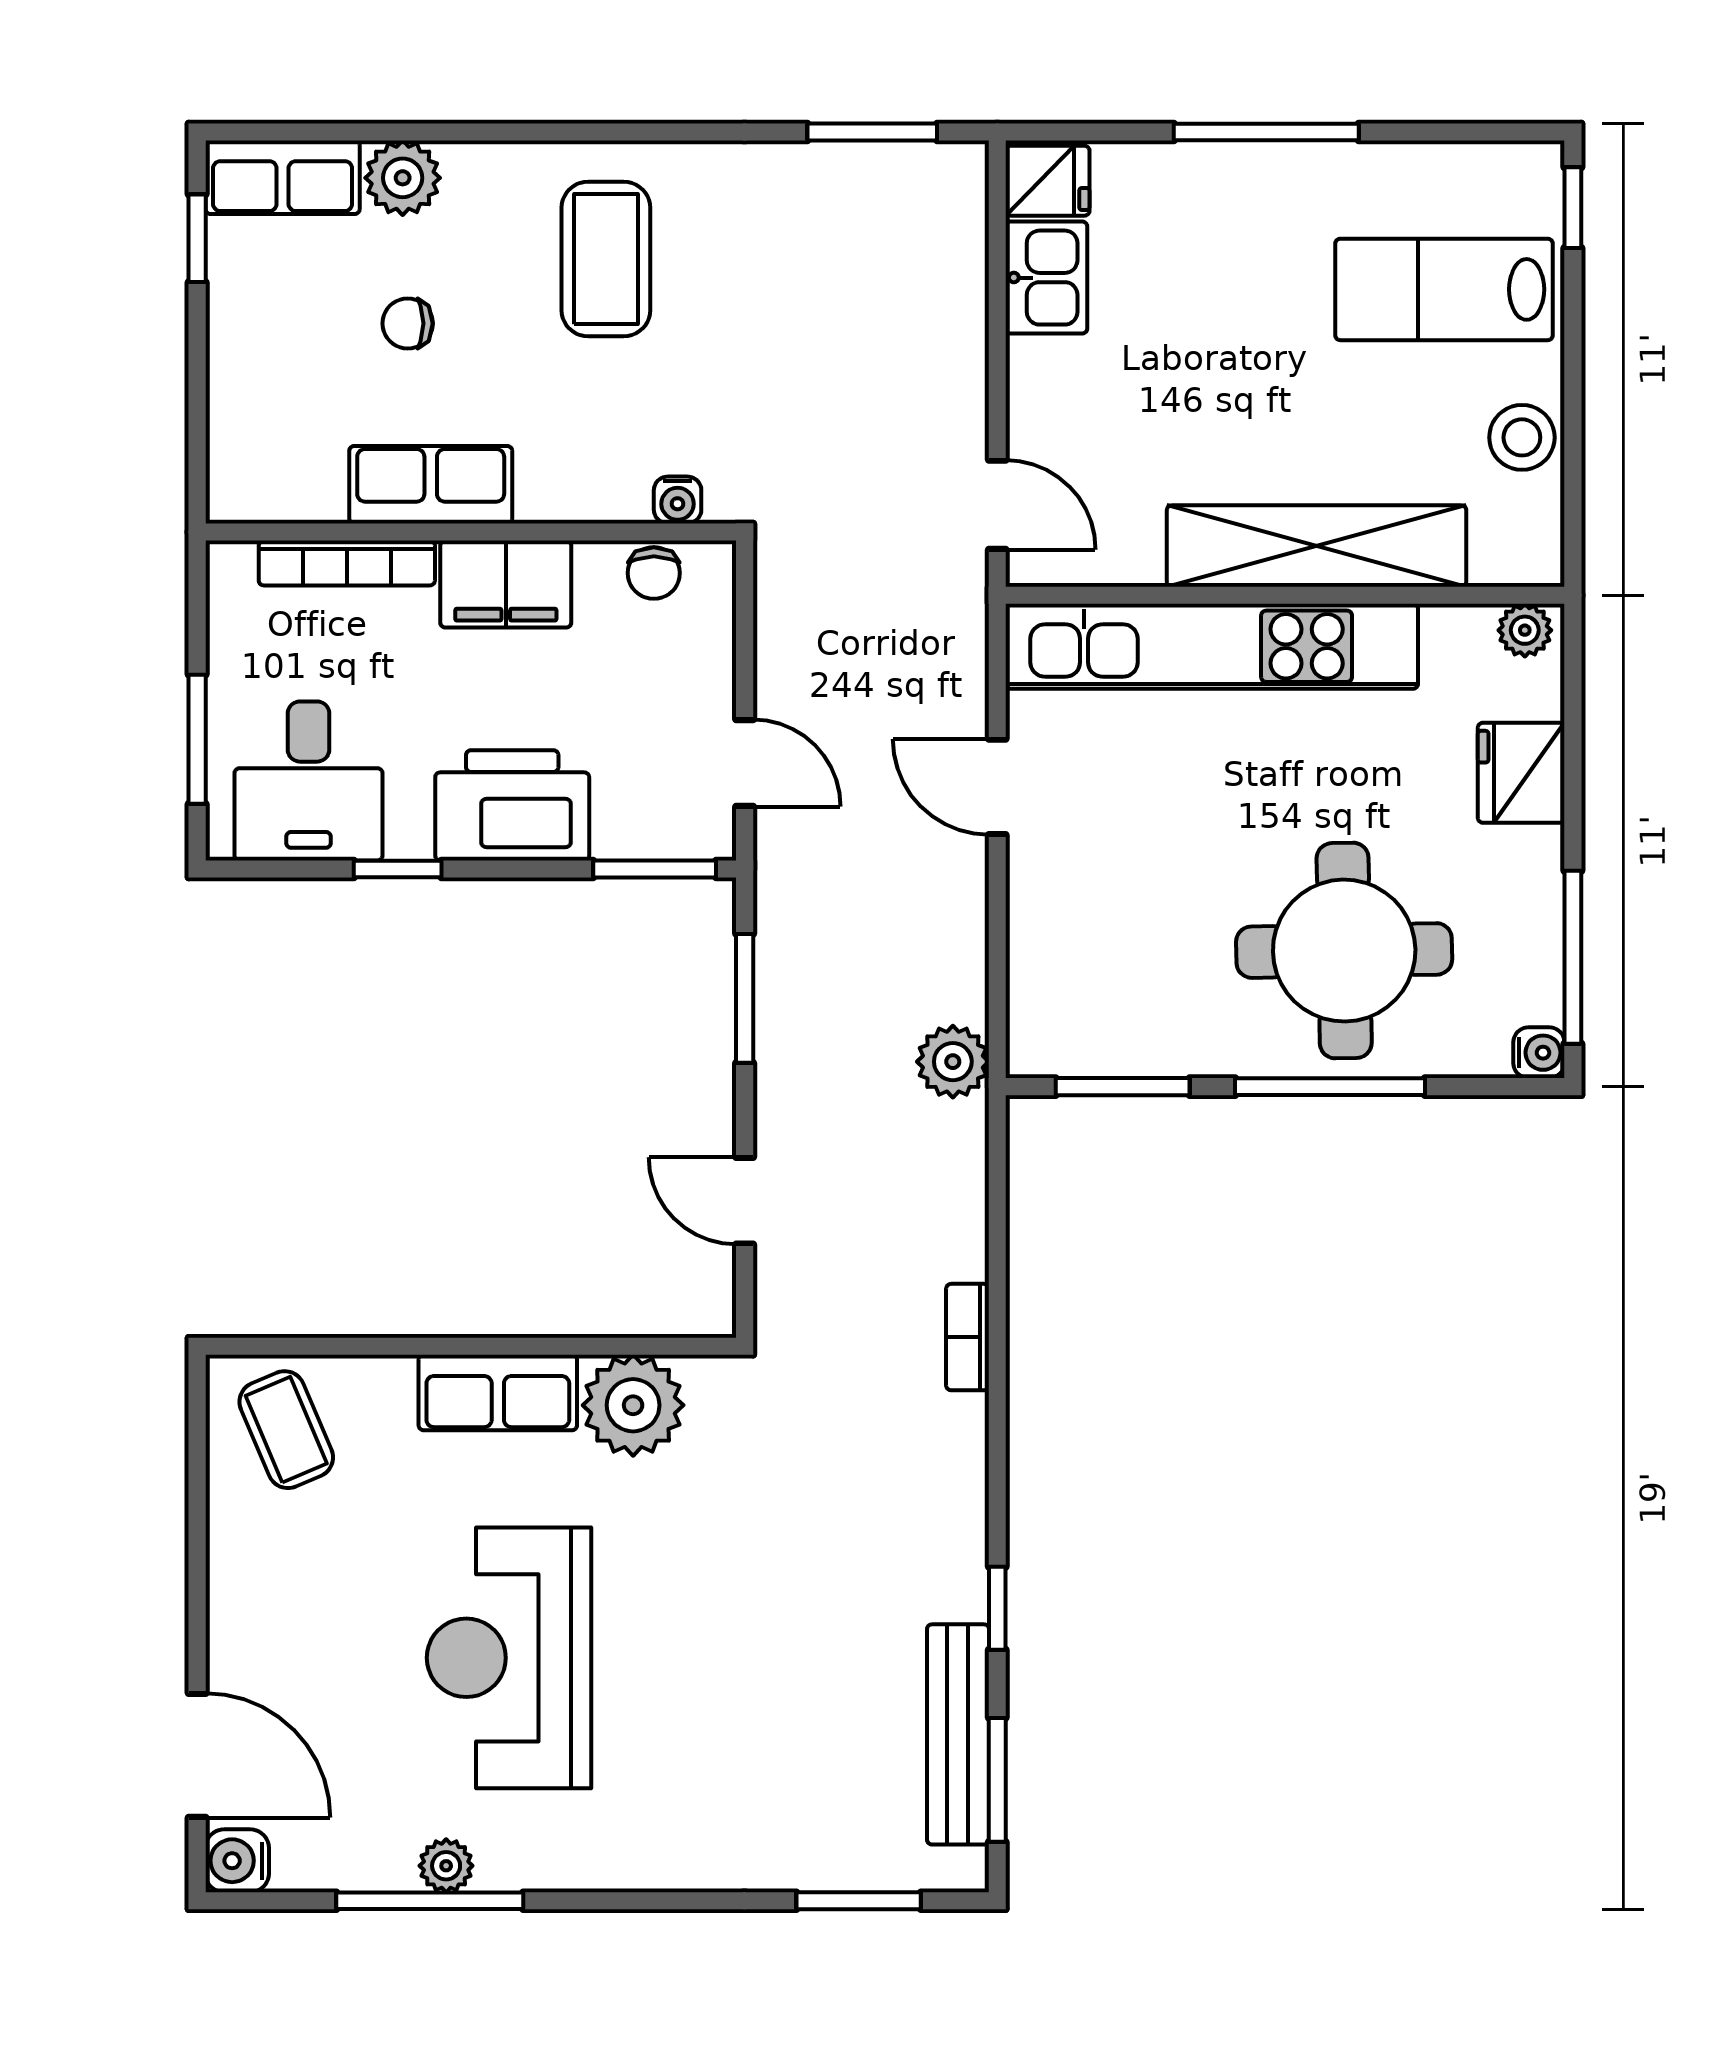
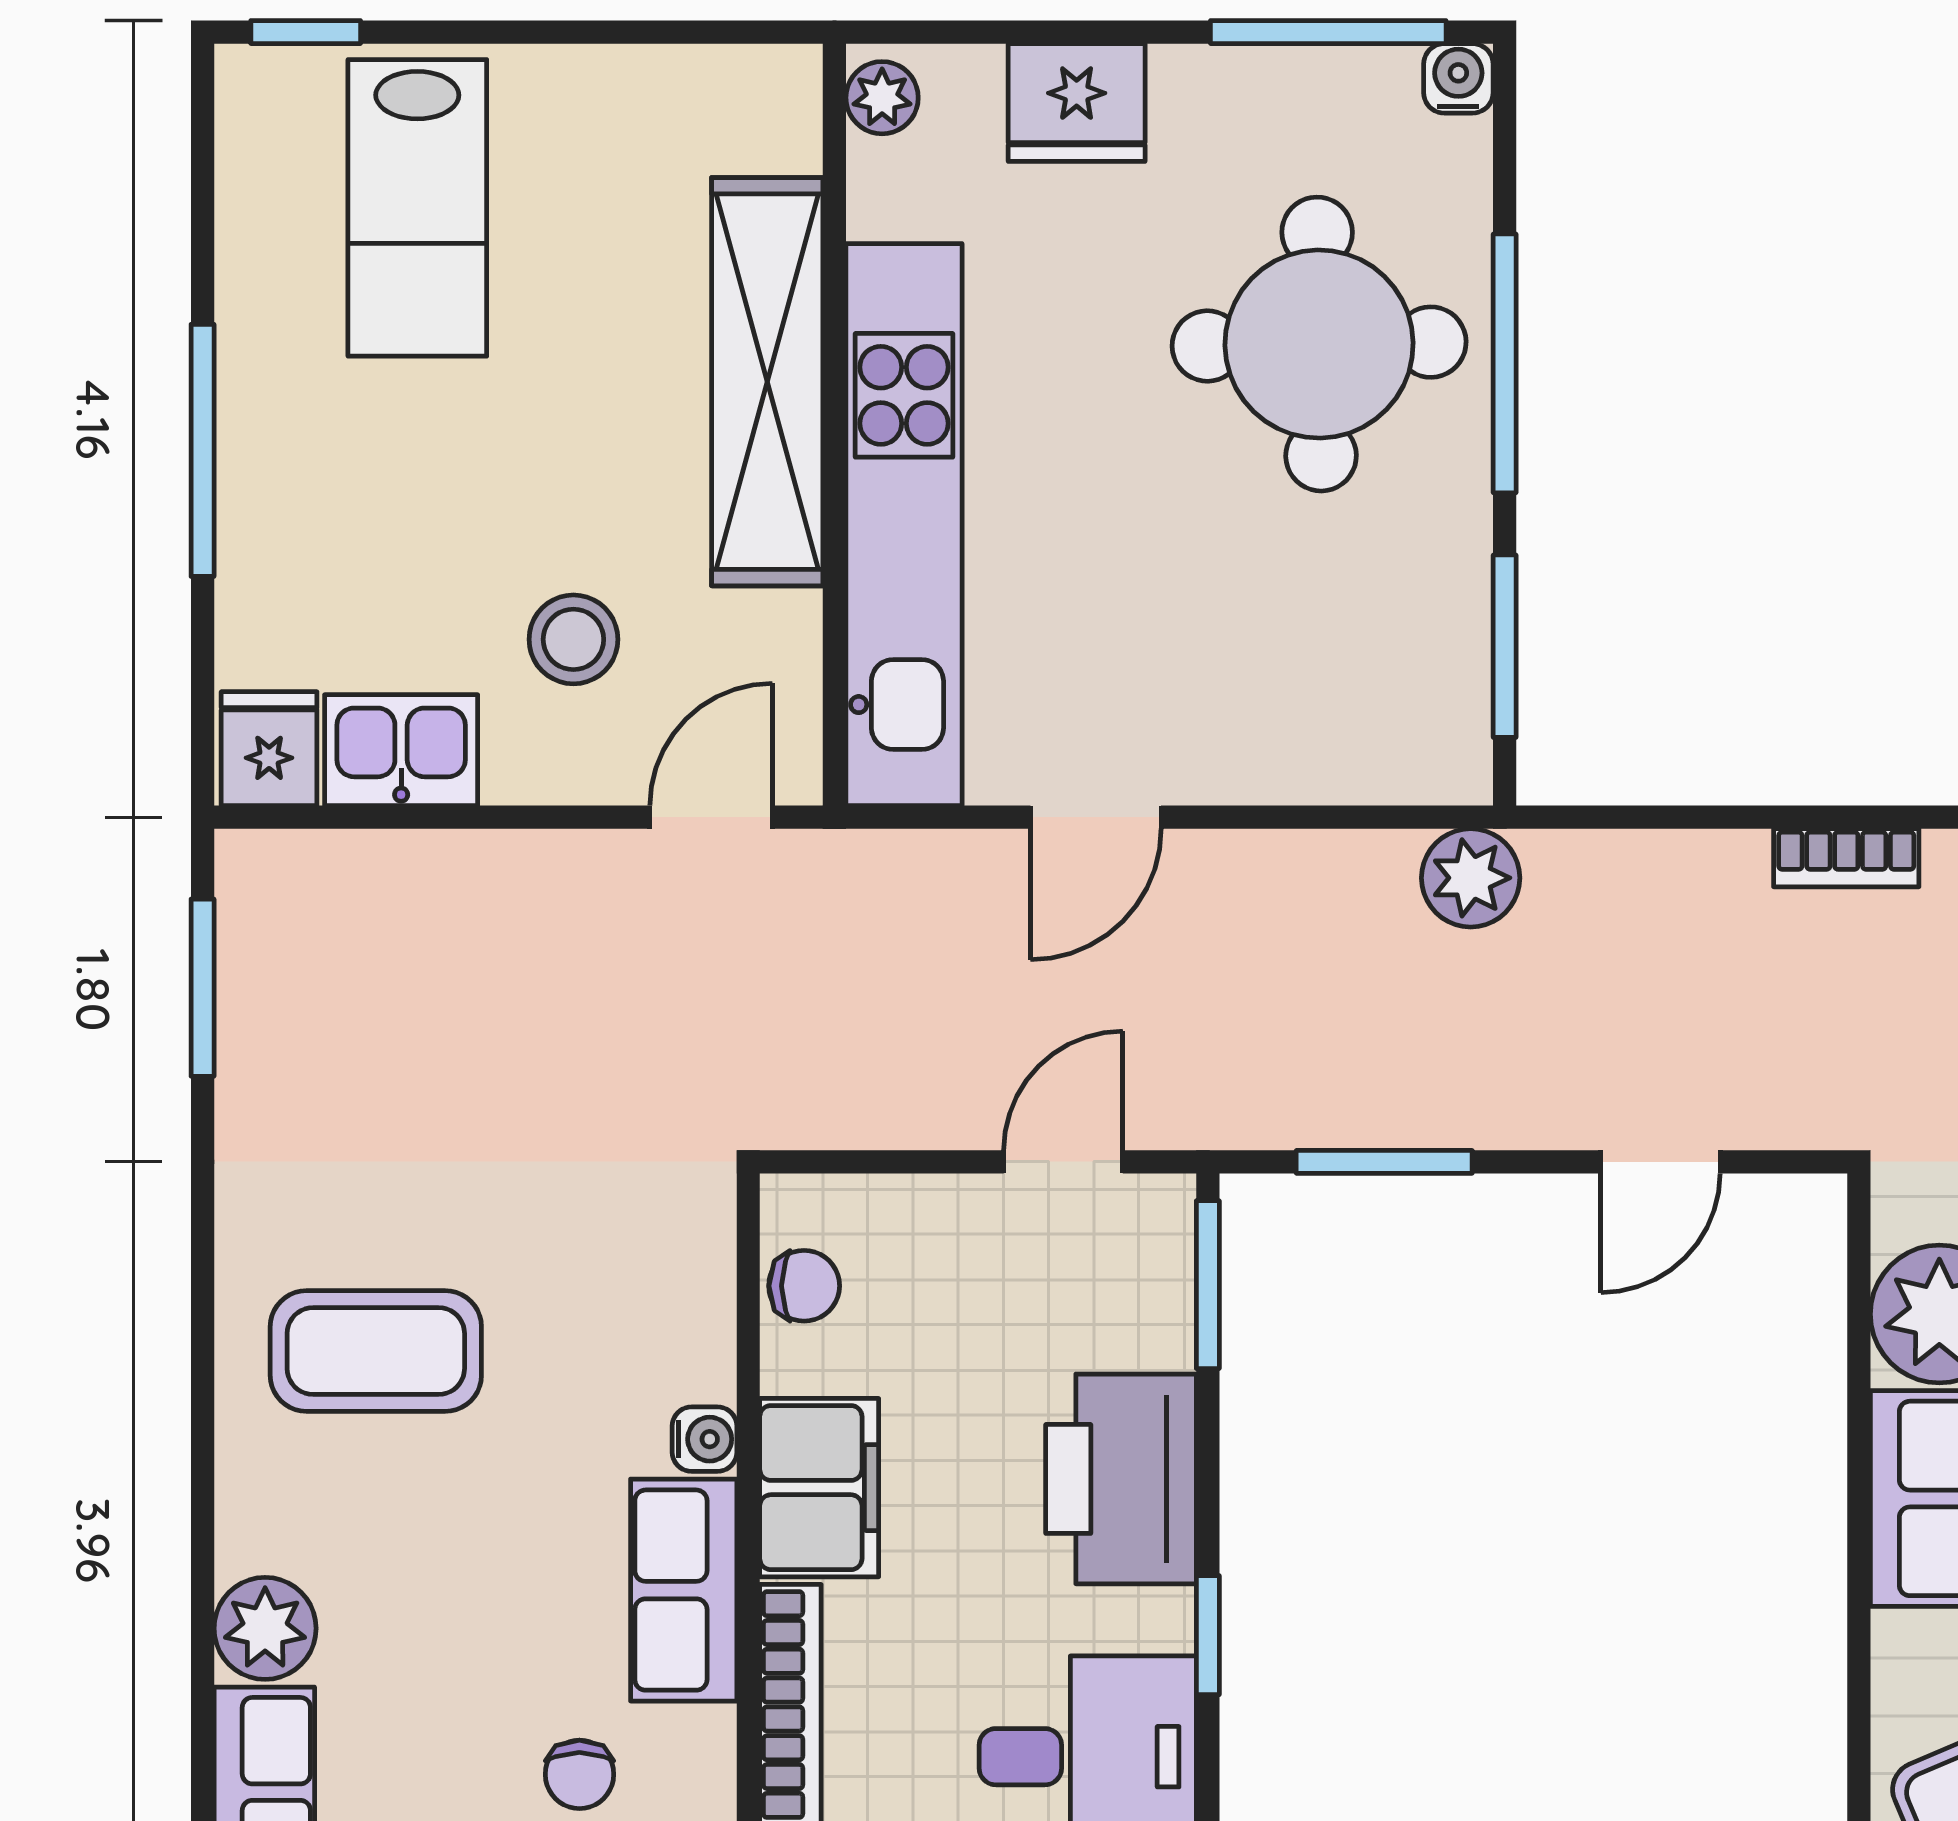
chair: (408, 323) -> (579, 1774), moved
stool: (1522, 437) -> (573, 639), moved
water cooler: (678, 500) -> (705, 1439), moved

